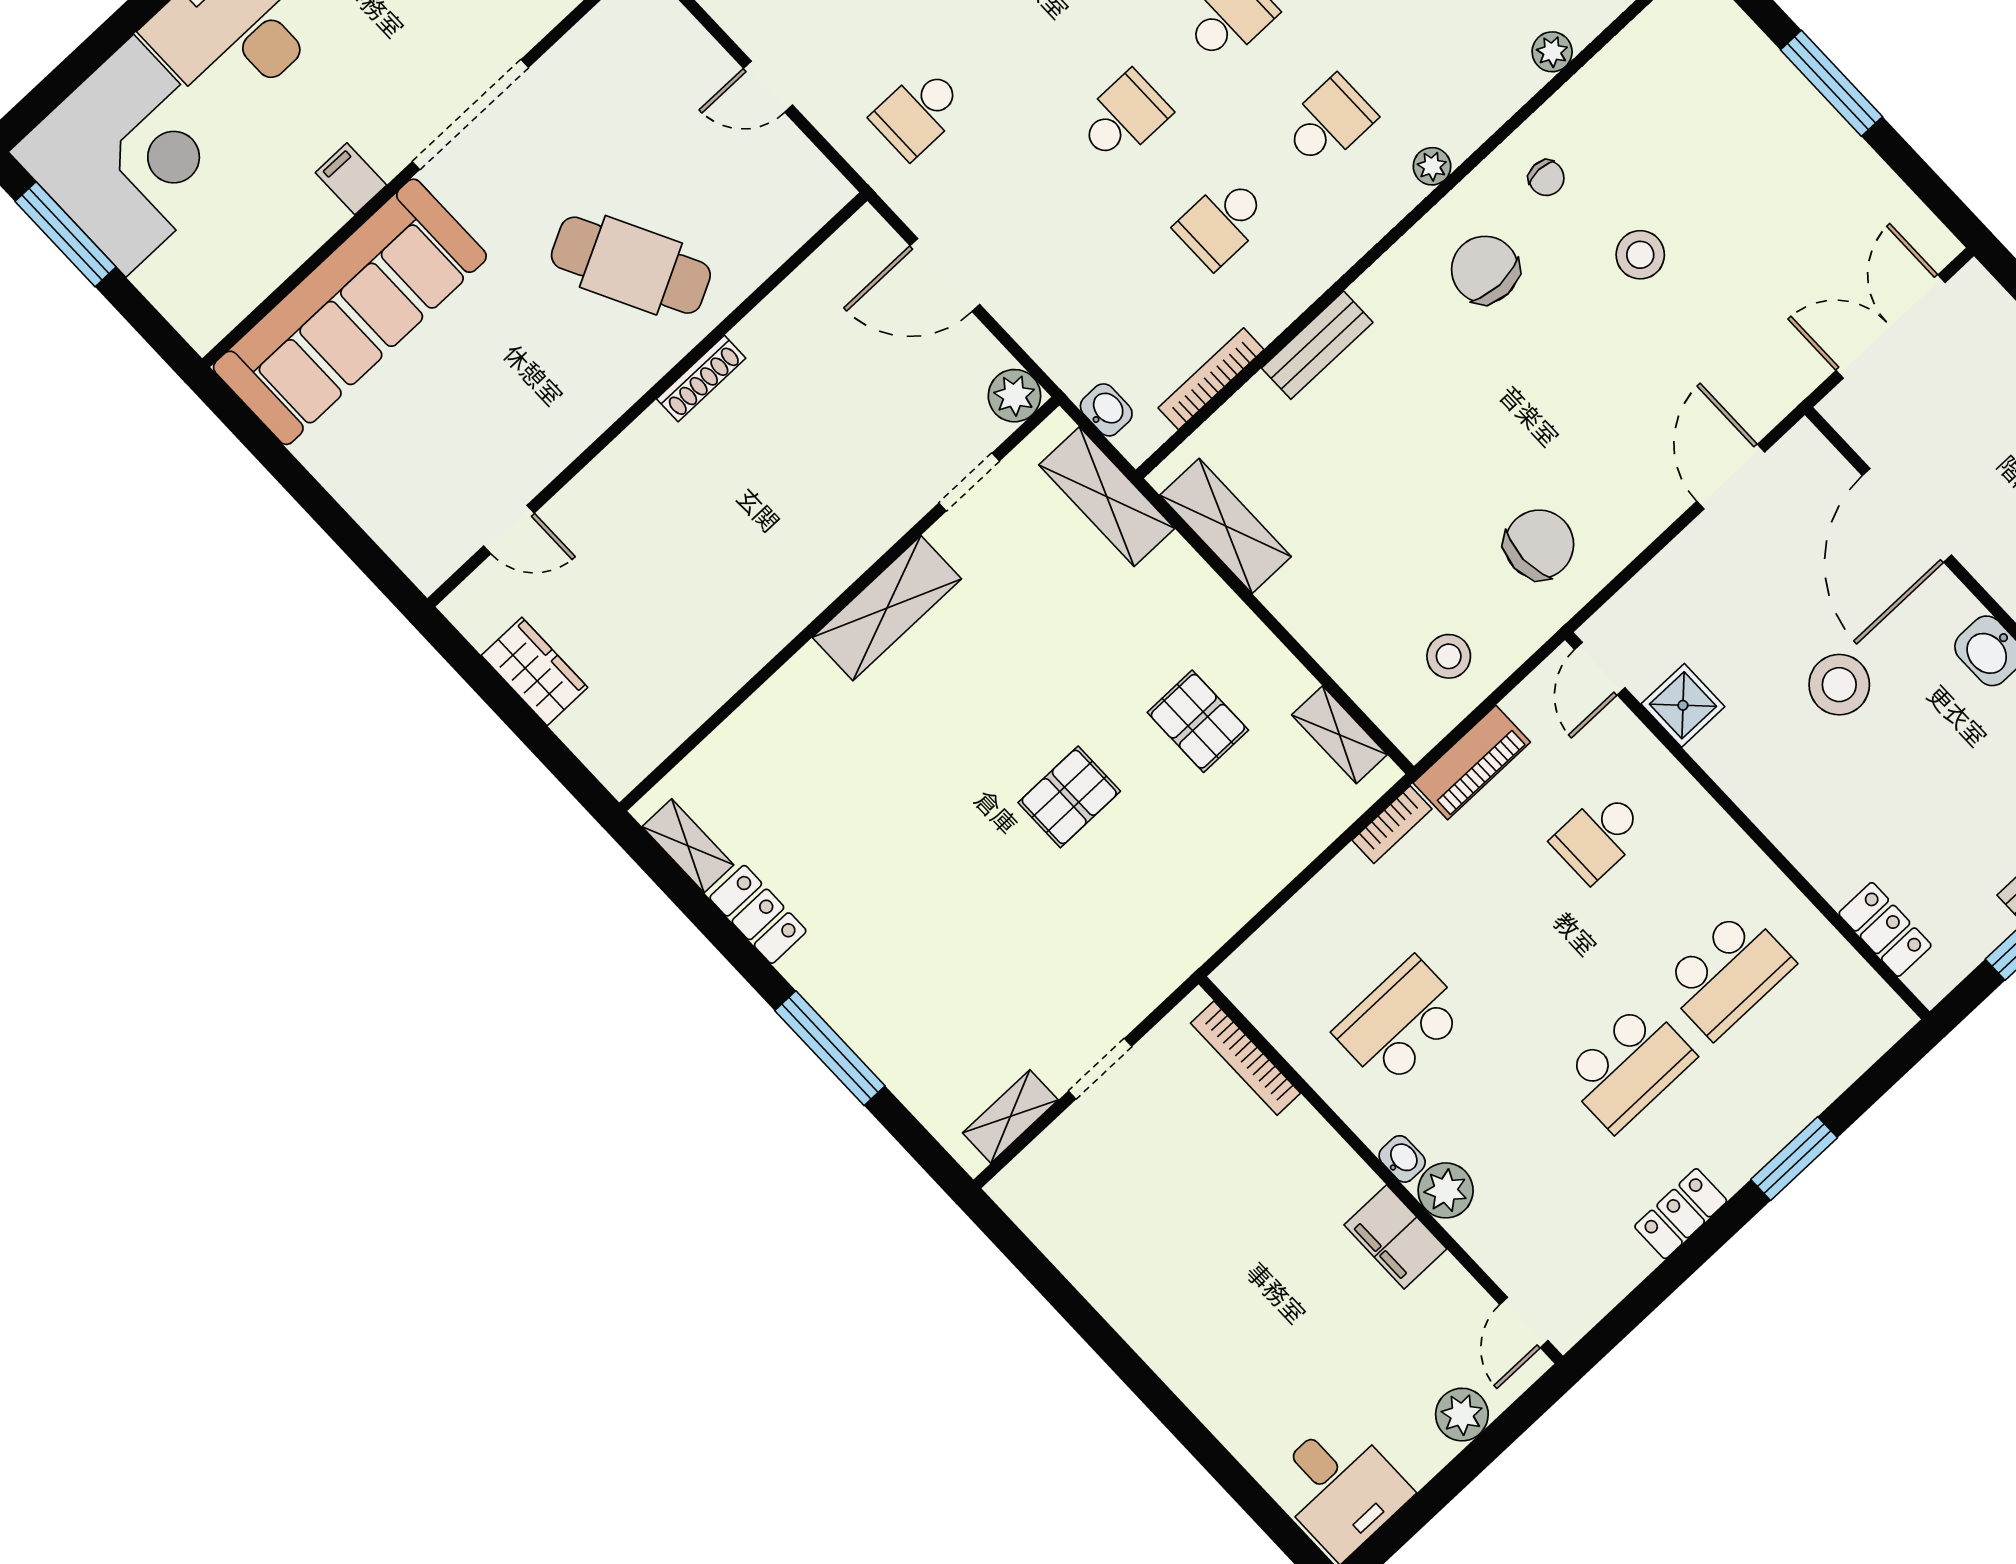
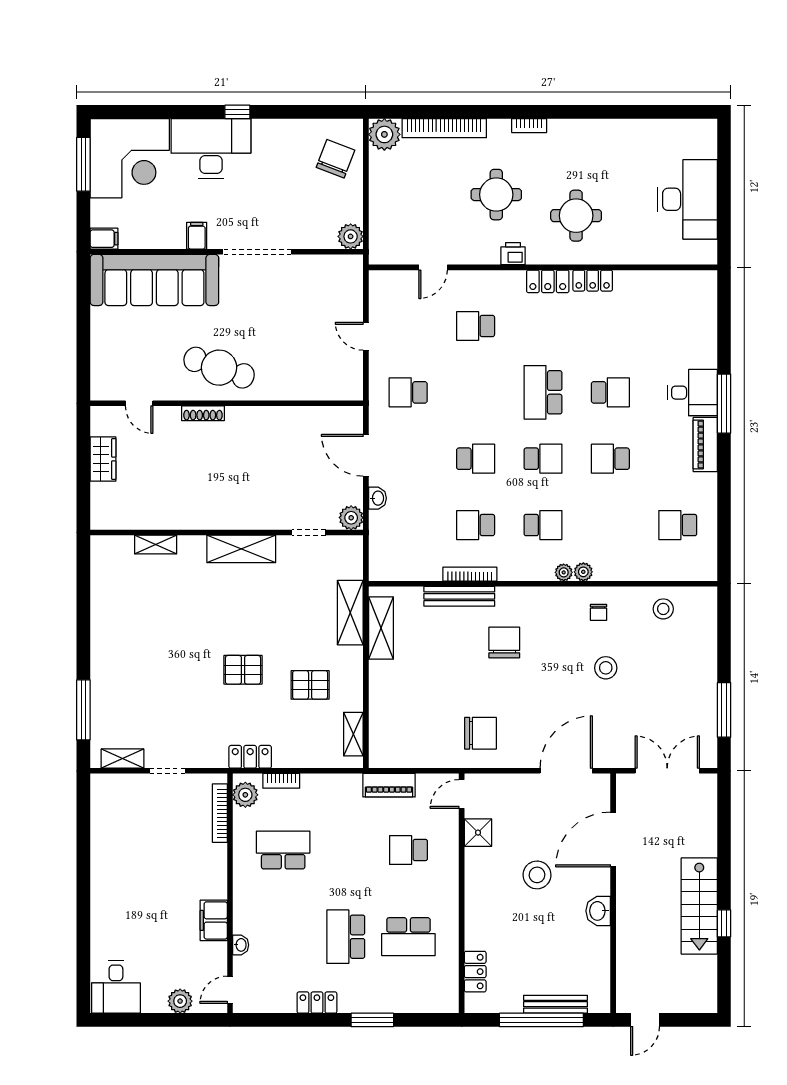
plant: (1552, 52) -> (583, 572), moved
window: (1831, 83) -> (724, 710), moved
cafe table: (631, 265) -> (219, 368), moved, turned -44
chair: (1485, 270) -> (504, 642), moved
filing cabinet: (209, 321) -> (104, 239), added
bench: (1317, 345) -> (459, 596), width x1.36
shoe rack: (701, 379) -> (203, 413), moved
bookcase: (1211, 379) -> (470, 574), moved
washbasin: (1106, 410) -> (377, 498), moved
door: (1731, 477) -> (566, 771), width x1.36
shelving: (1107, 497) -> (350, 613), moved
stool: (1449, 656) -> (663, 609), moved
pallet: (1198, 721) -> (310, 685), turned 90
bookcase: (1392, 825) -> (281, 781), moved
shelving: (688, 846) -> (156, 545), moved, turned 90
locker: (758, 914) -> (250, 757), moved, turned -90
window: (830, 1048) -> (83, 710), moved
school desk: (1628, 1066) -> (346, 937), turned 90
washbasin: (1402, 1159) -> (241, 945), moved
plant: (1446, 1190) -> (245, 795), moved

